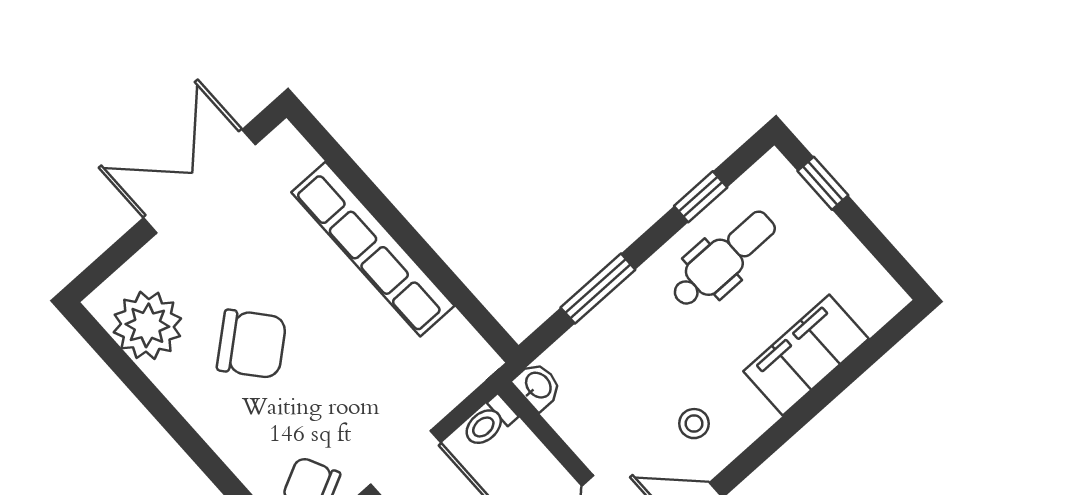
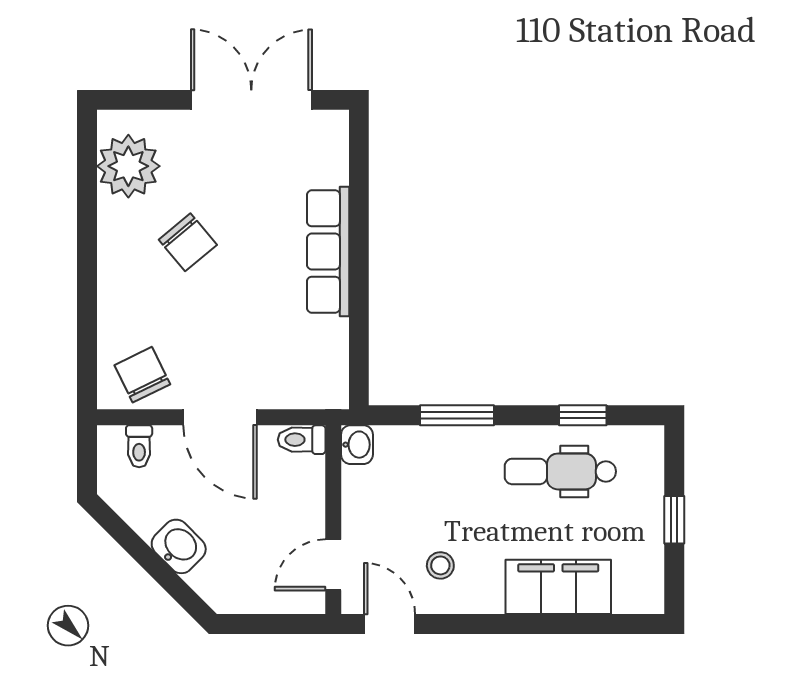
window: (823, 183) -> (674, 520), moved
row of seats: (373, 249) -> (328, 252), width x0.73
dental chair: (723, 259) -> (560, 471), turned 180
chair: (252, 344) -> (188, 242), width x0.73, depth x0.73

